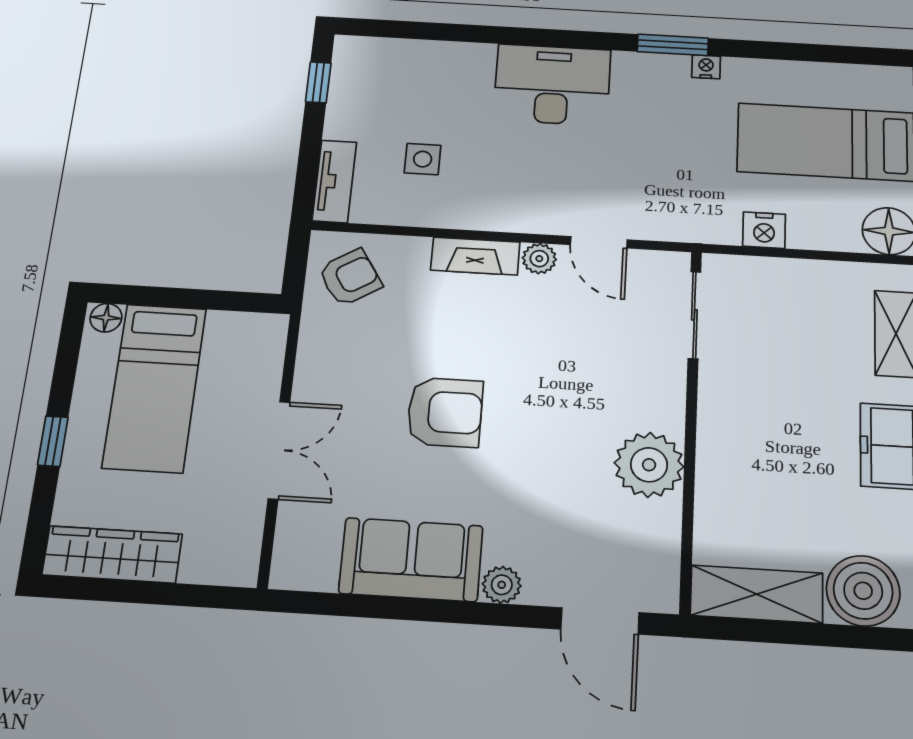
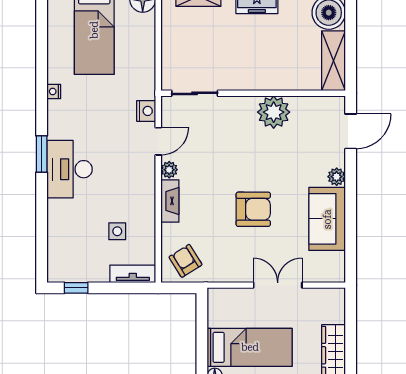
window: (673, 45) -> (42, 154), moved
nightstand: (764, 230) -> (146, 111), moved
armchair: (445, 412) -> (253, 209), turned 90

